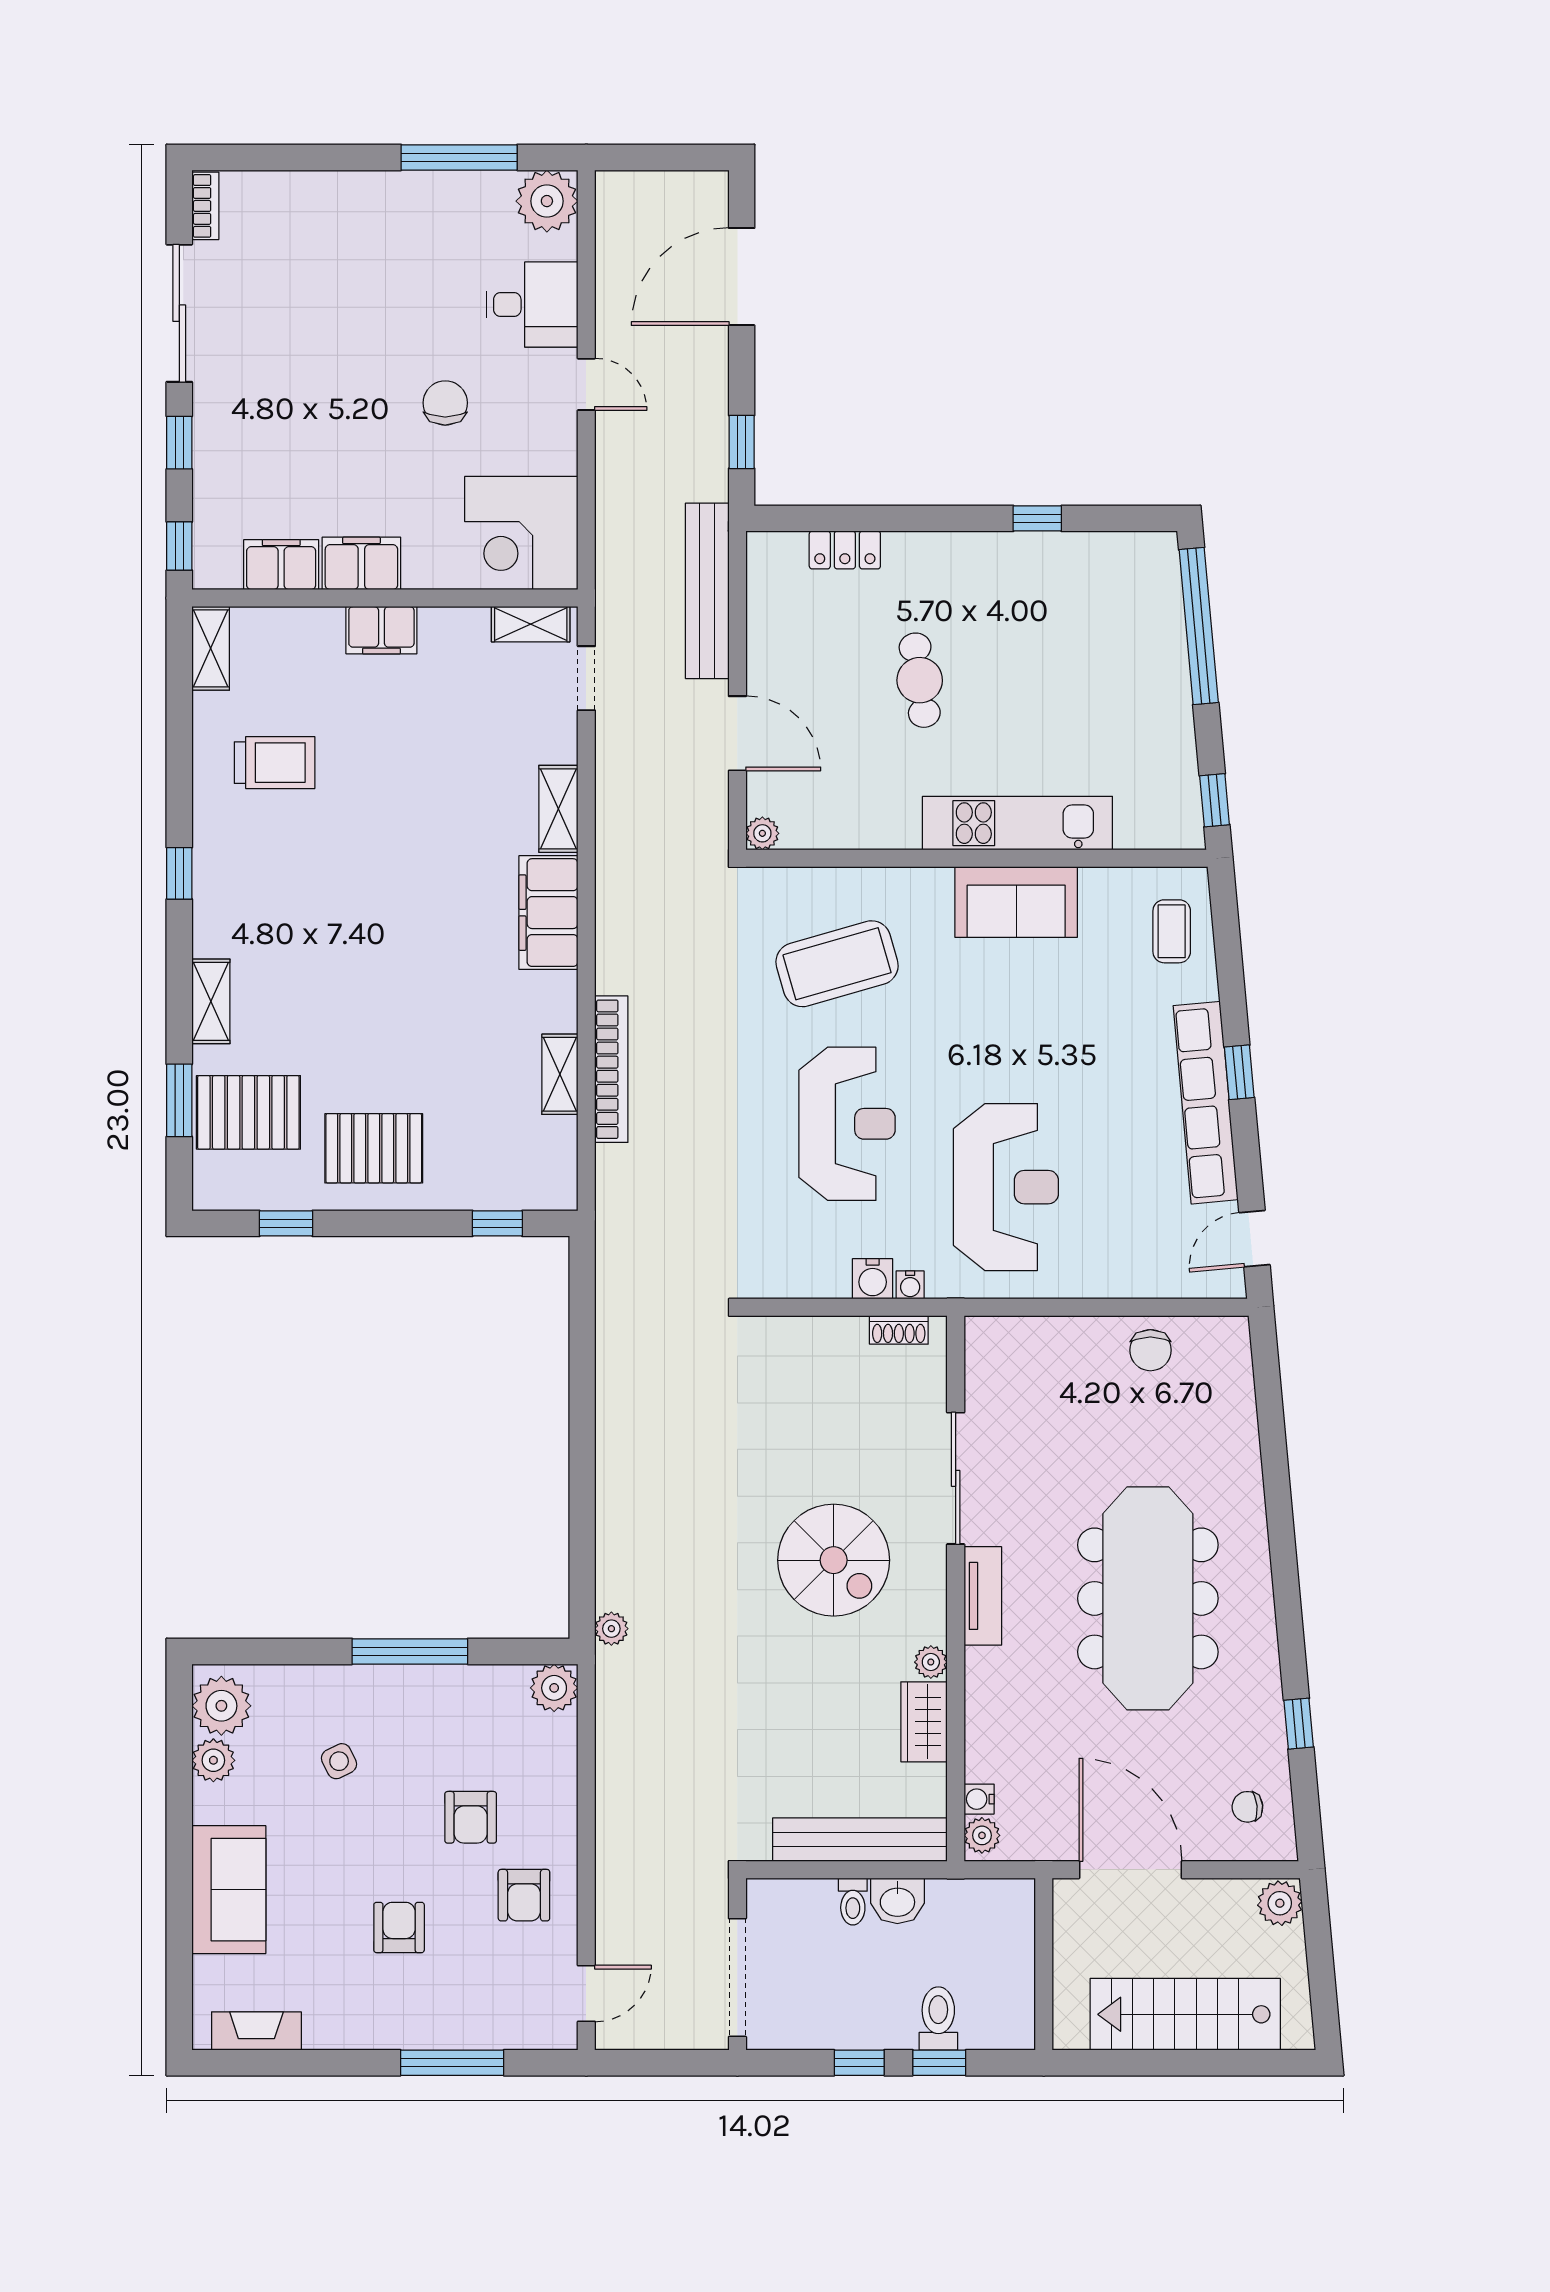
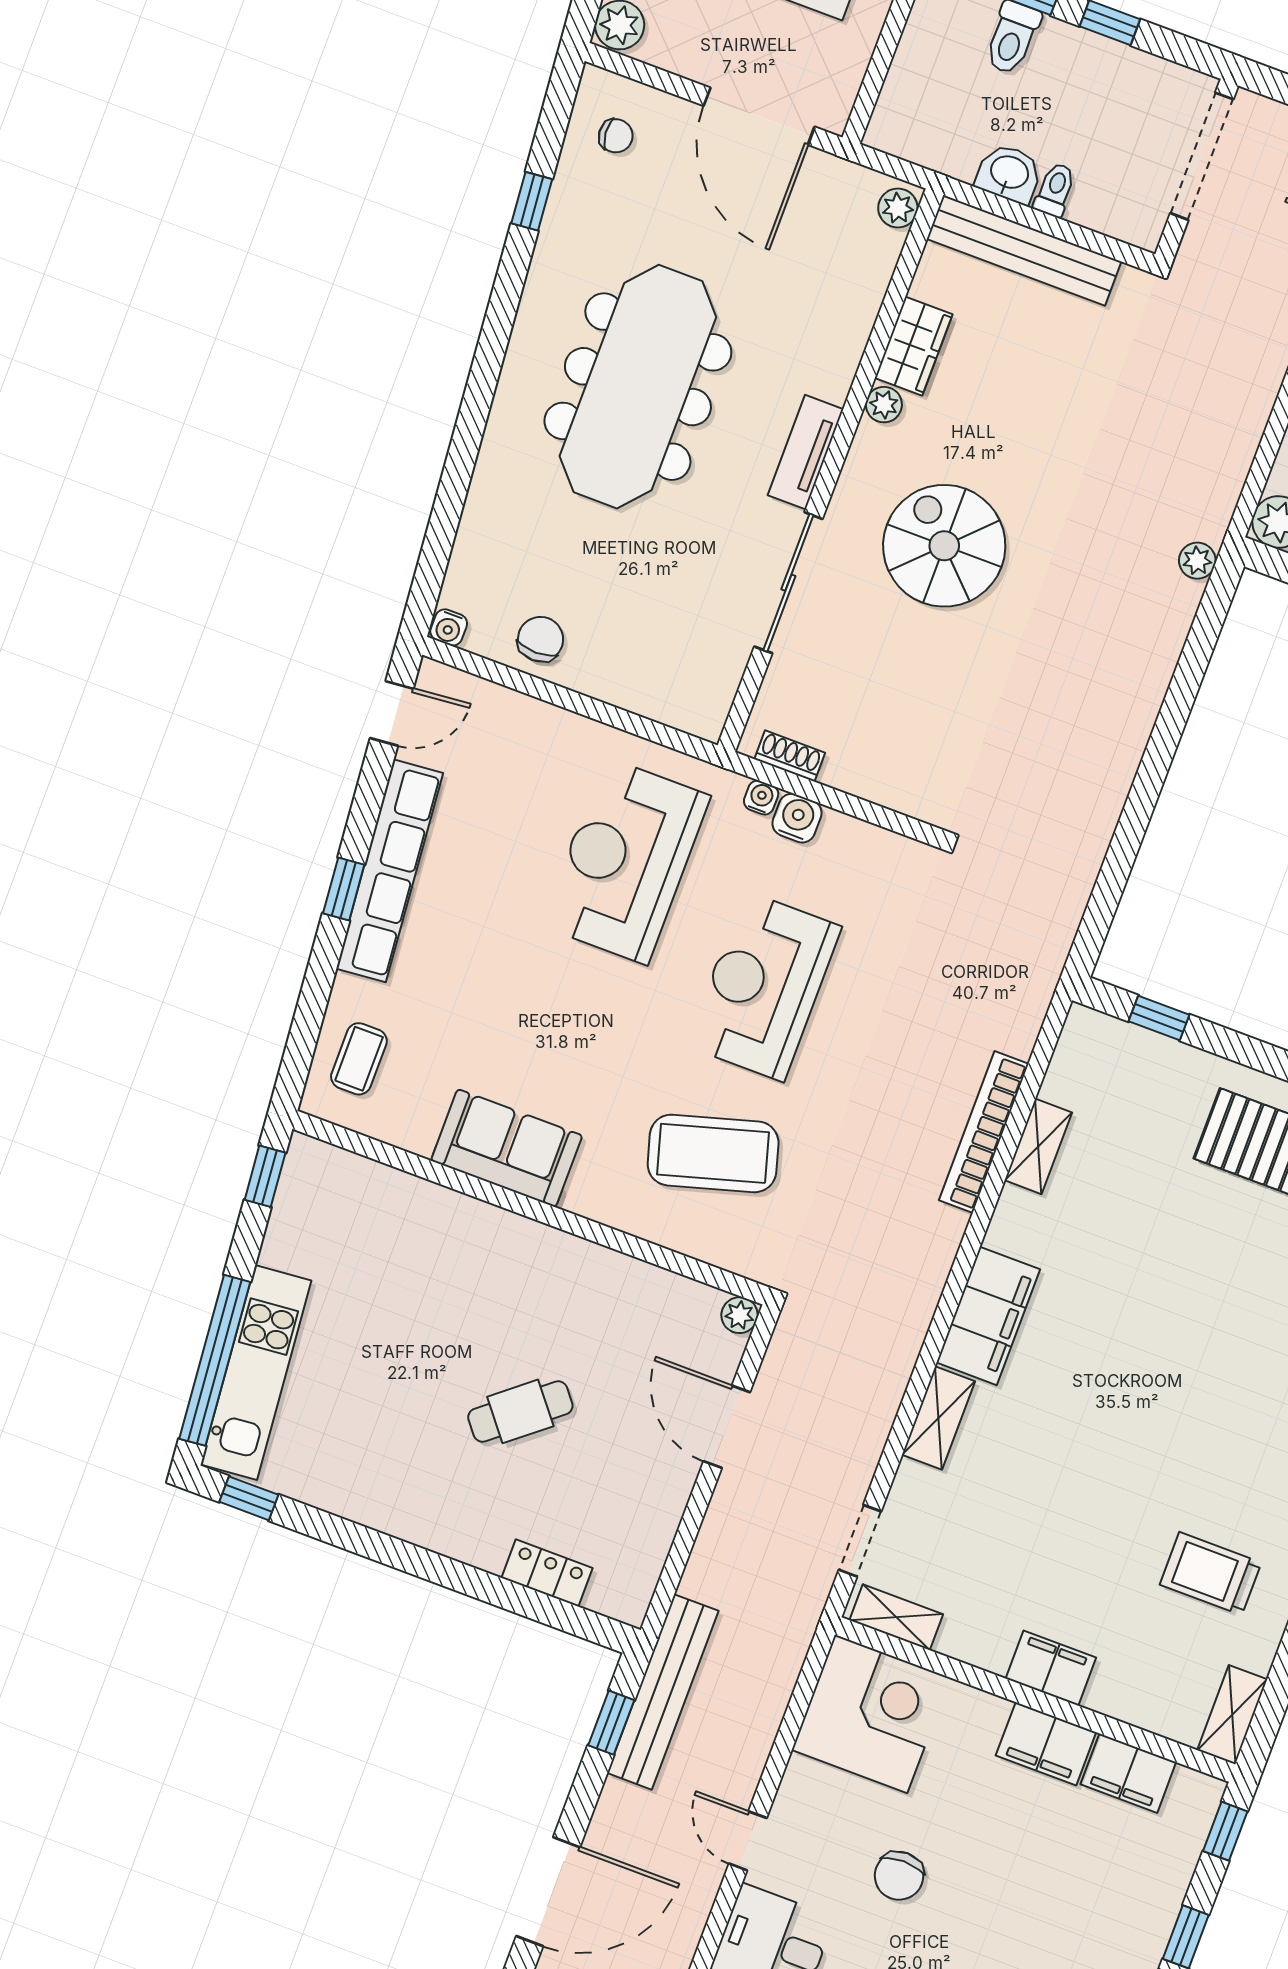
window: (1037, 518) -> (249, 1498), moved
bench: (707, 591) -> (663, 1692), moved
cafe table: (920, 680) -> (520, 1411), turned 59
kitchen unit: (1017, 823) -> (256, 1373), moved, turned -95
water cooler: (979, 1799) -> (449, 627), moved, turned 90

